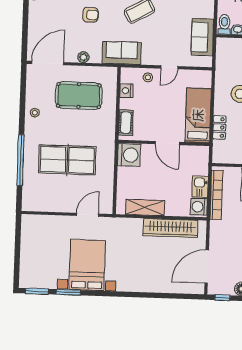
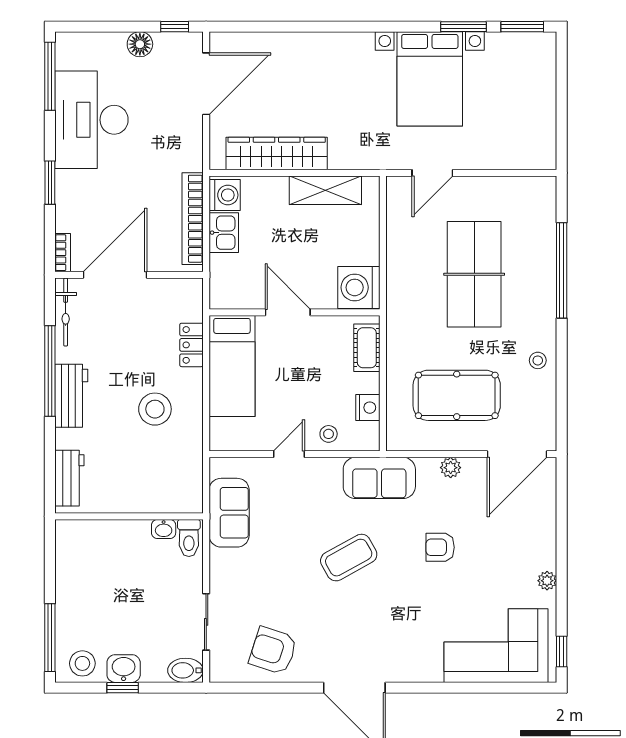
table tennis table: (67, 160) -> (474, 274), turned 90

